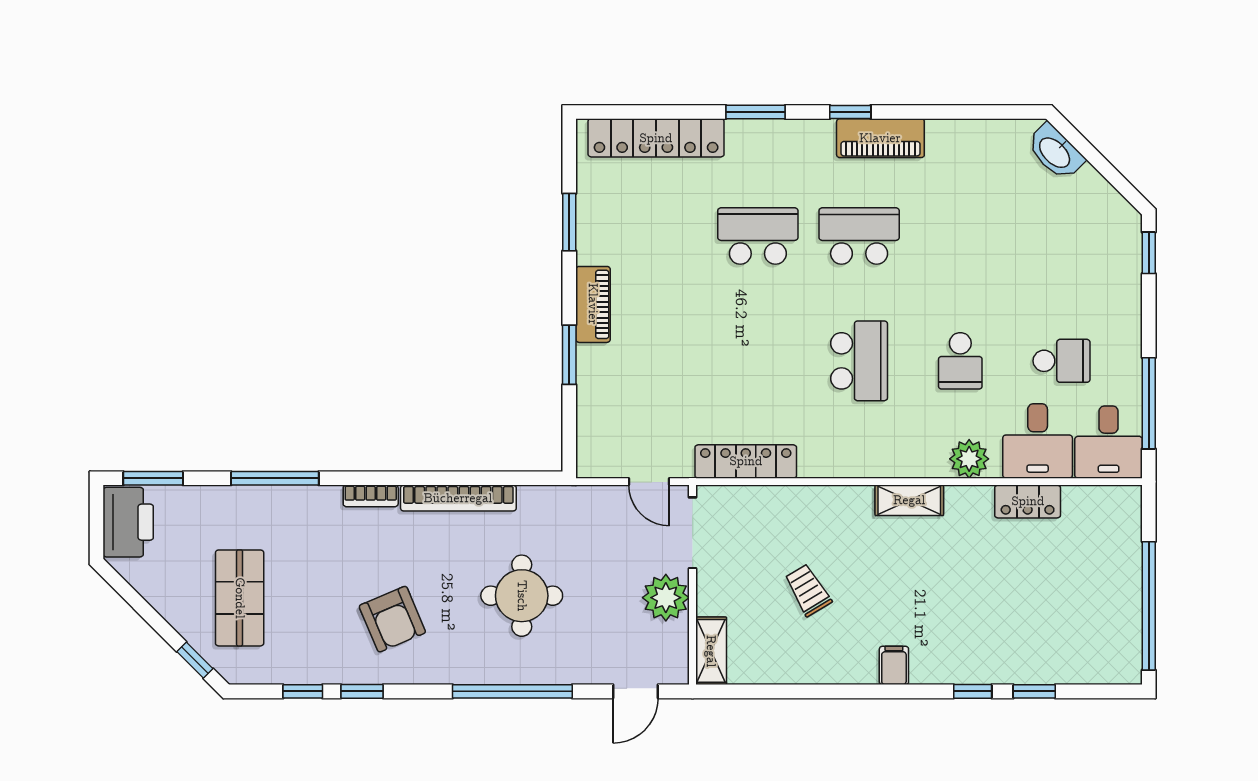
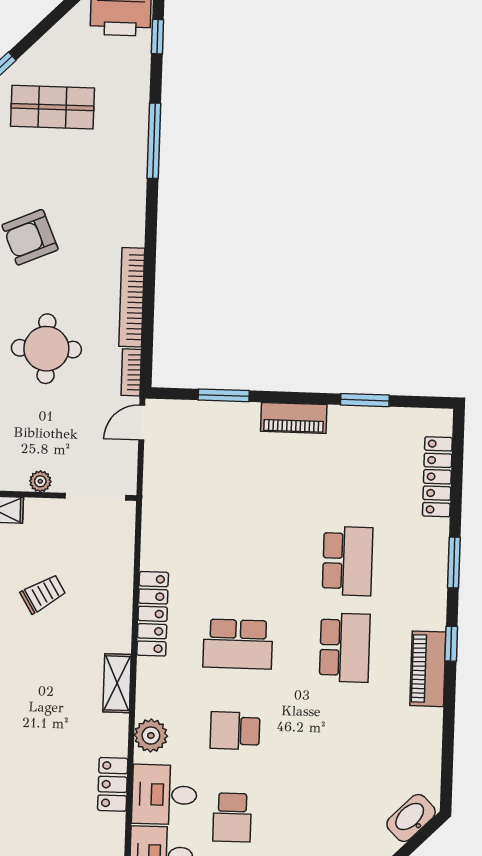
locker: (656, 138) -> (437, 477), width x0.71, depth x0.83
window: (569, 355) -> (224, 395), moved
locker: (746, 461) -> (153, 614), moved
window: (153, 478) -> (157, 37), width x0.67
door: (649, 482) -> (142, 423), moved
bookcase: (371, 496) -> (131, 372), moved
plant: (666, 598) -> (40, 481), width x0.53, depth x0.53

